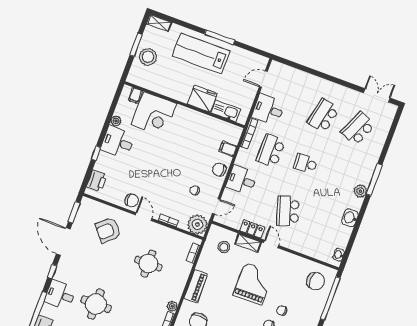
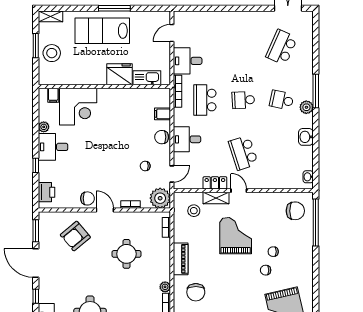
school desk: (323, 116) -> (282, 100), moved, width x0.54

